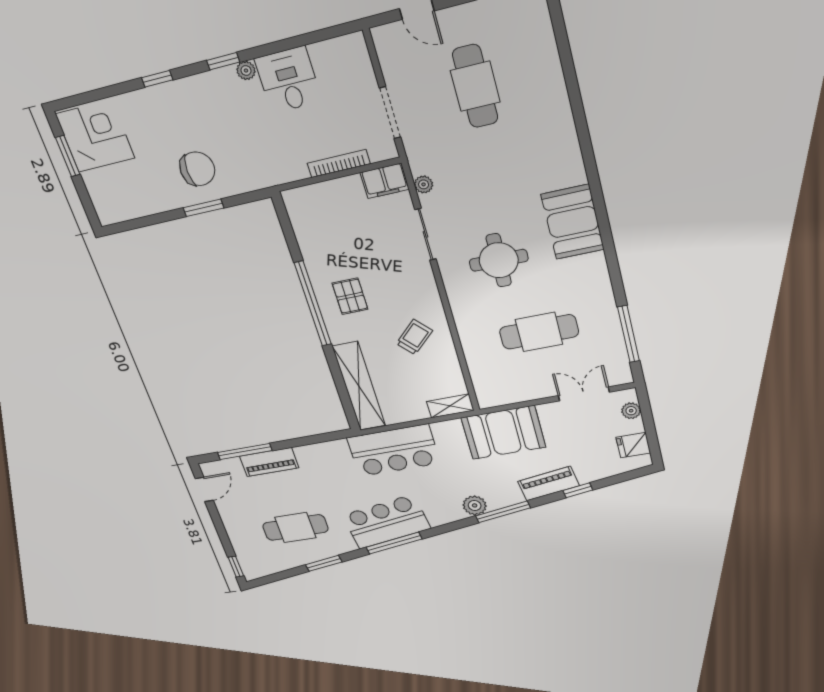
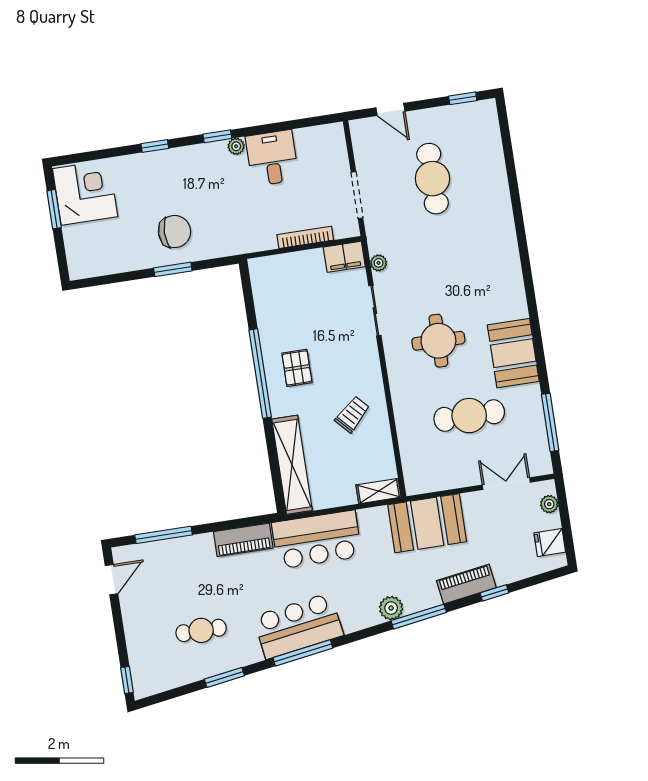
booth: (573, 222) -> (513, 353), moved
piano: (269, 462) -> (243, 540), moved
cafe table: (295, 528) -> (201, 630), width x0.73, depth x0.74

